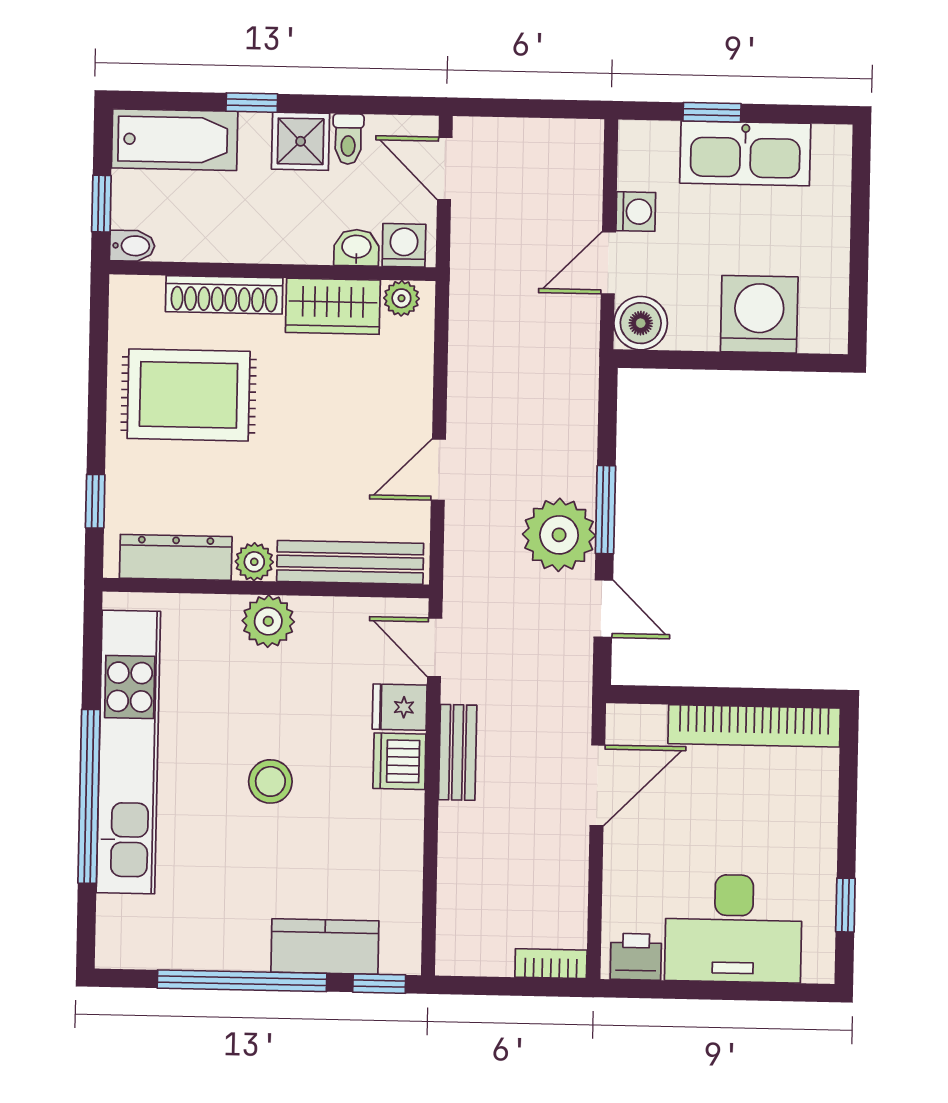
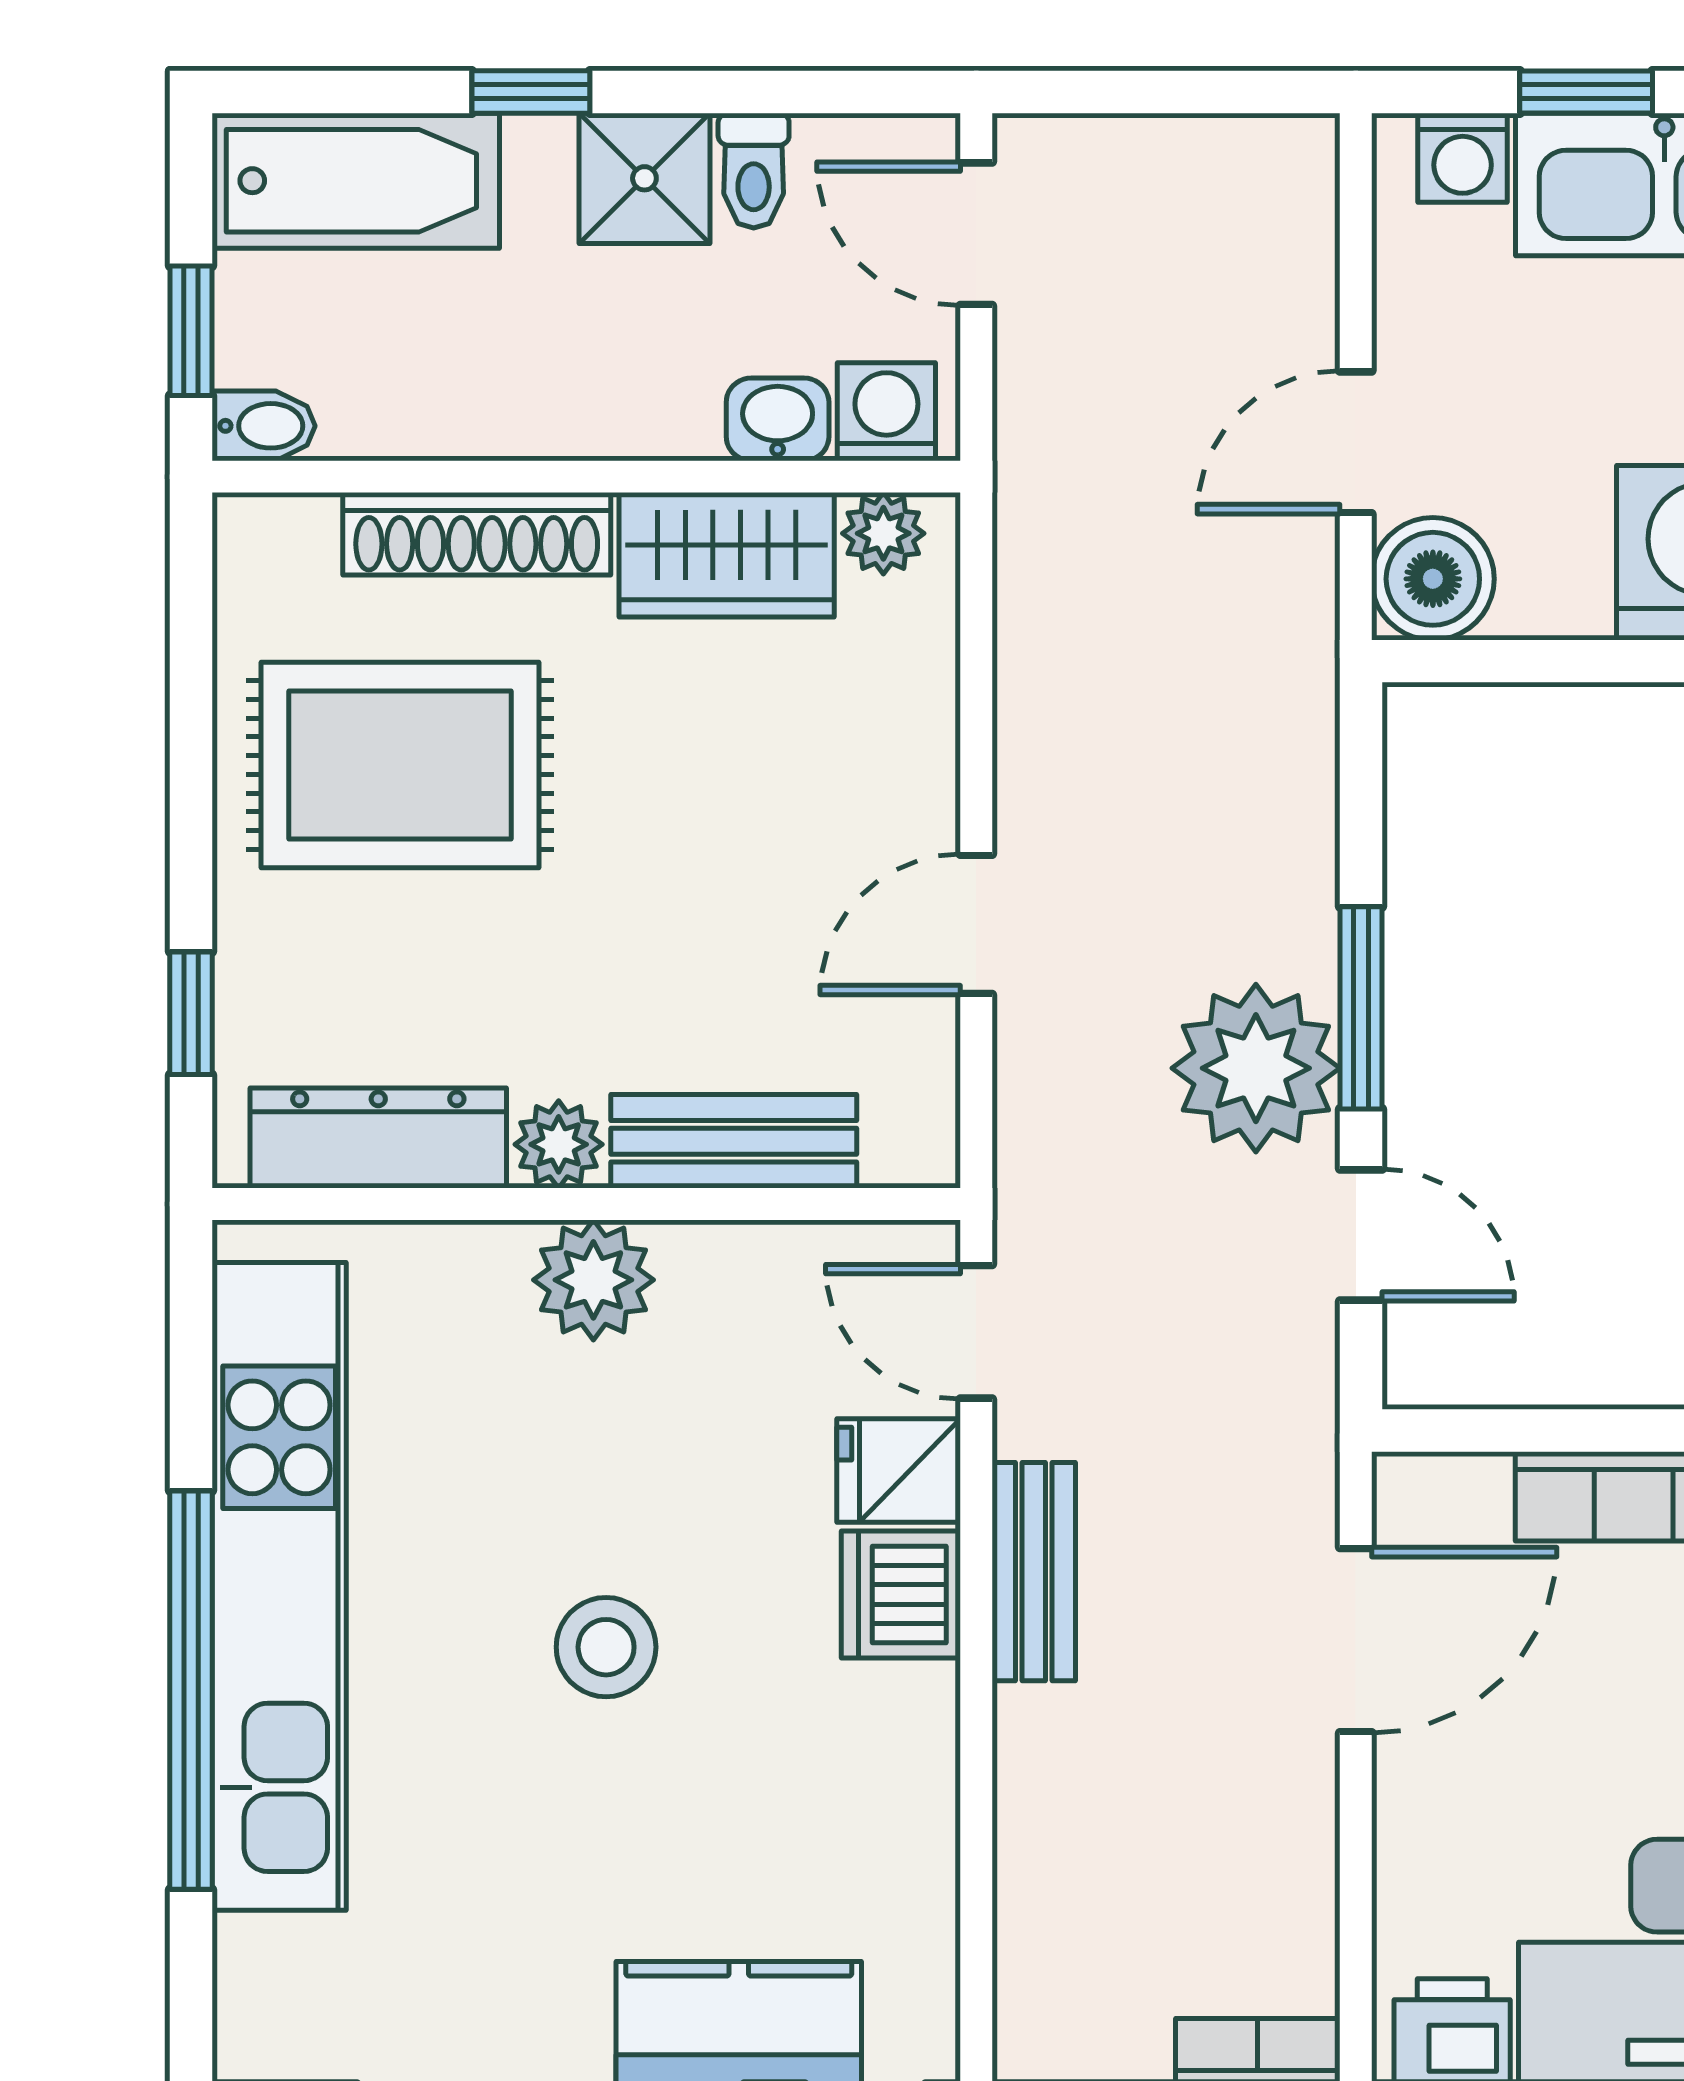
washing machine: (636, 212) -> (1463, 158), moved, turned 90
bench: (350, 562) -> (734, 1141), width x0.73

